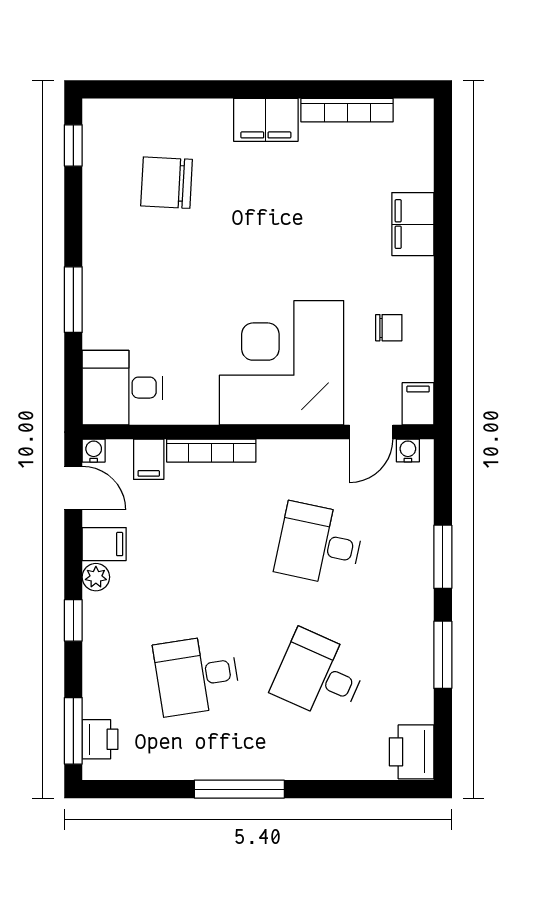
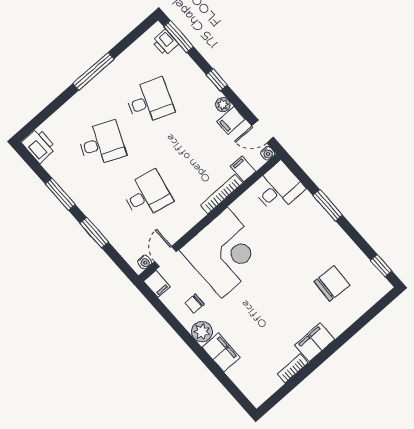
bookcase: (347, 110) -> (293, 368), width x0.64
plant: (414, 278) -> (202, 332), added
desk: (197, 675) -> (149, 101), turned 30

